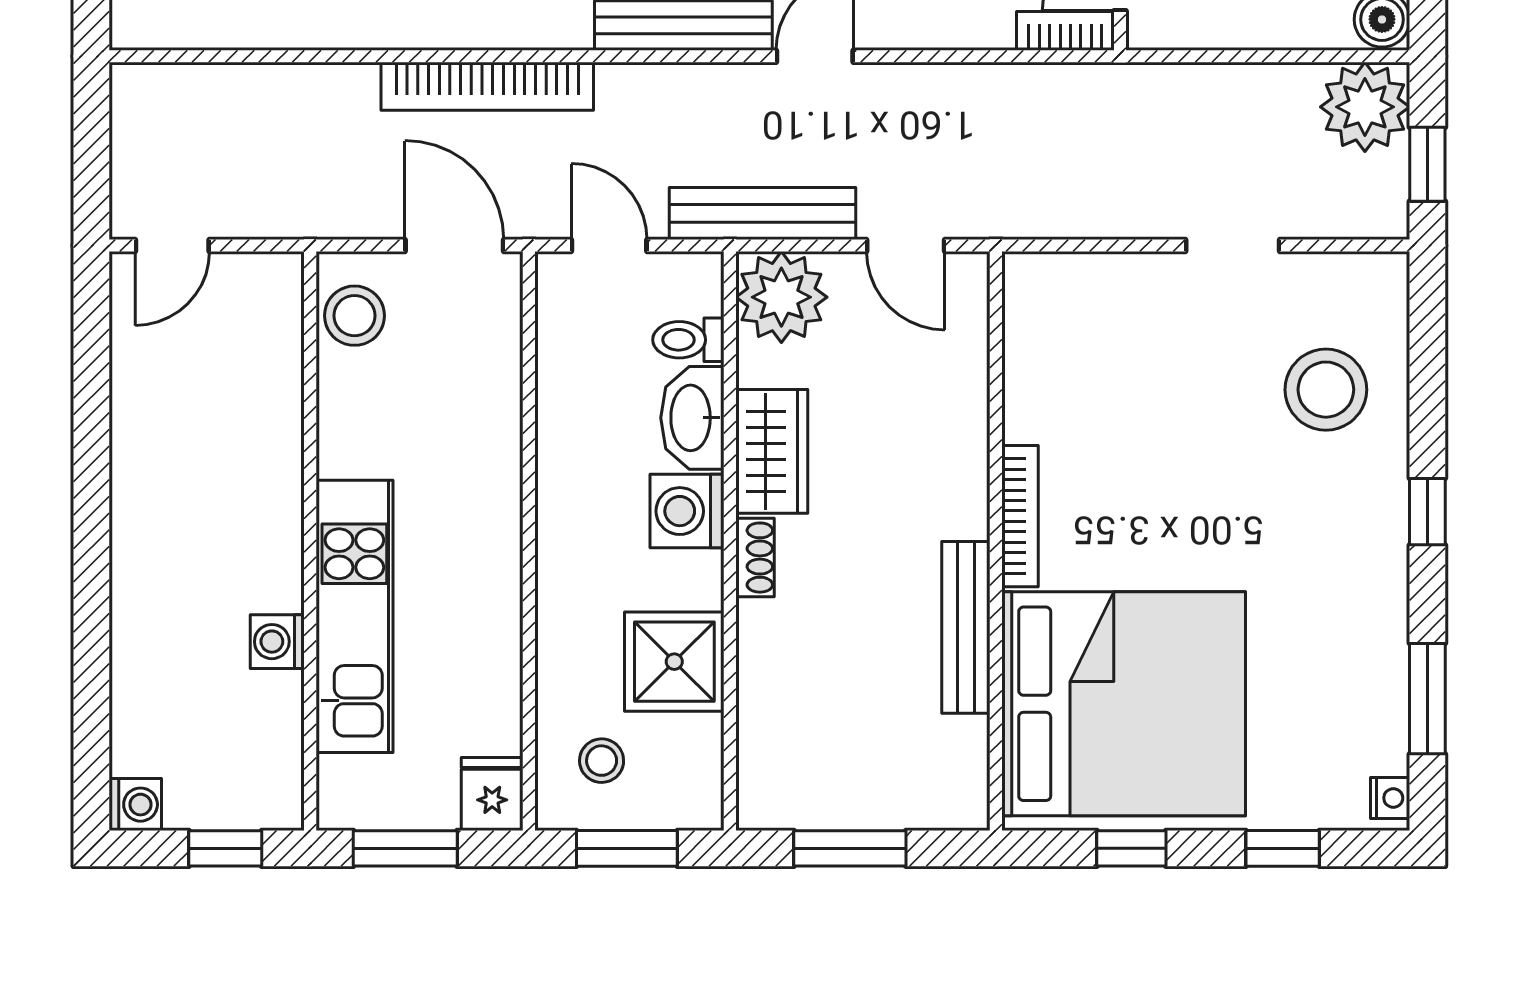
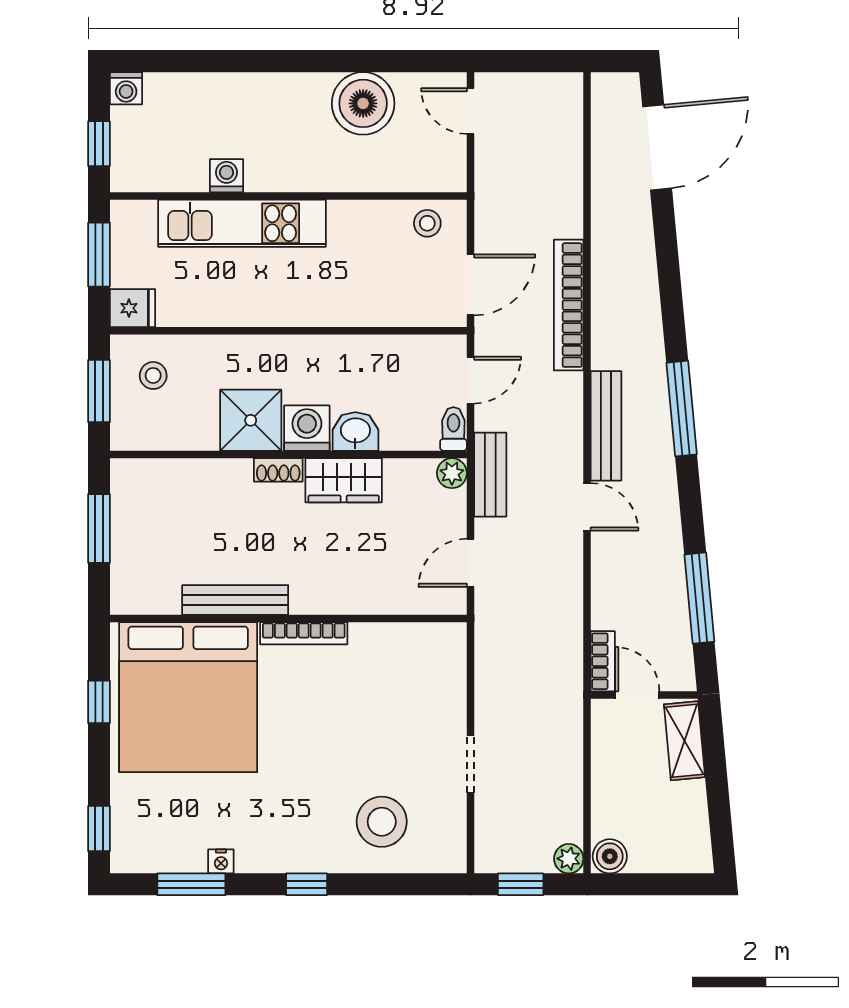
plant: (1365, 107) -> (569, 859), width x0.53, depth x0.53
bench: (762, 213) -> (490, 475), width x0.73
plant: (781, 297) -> (452, 473), width x0.53, depth x0.53
stool: (355, 316) -> (427, 223), width x0.73, depth x0.73
toilet: (688, 340) -> (453, 429), moved
washbasin: (692, 418) -> (355, 431), width x0.72
boiler: (160, 420) -> (363, 103), added
shower: (674, 662) -> (251, 420), moved
nightstand: (1390, 798) -> (221, 861), moved
window: (1283, 848) -> (99, 829), moved

